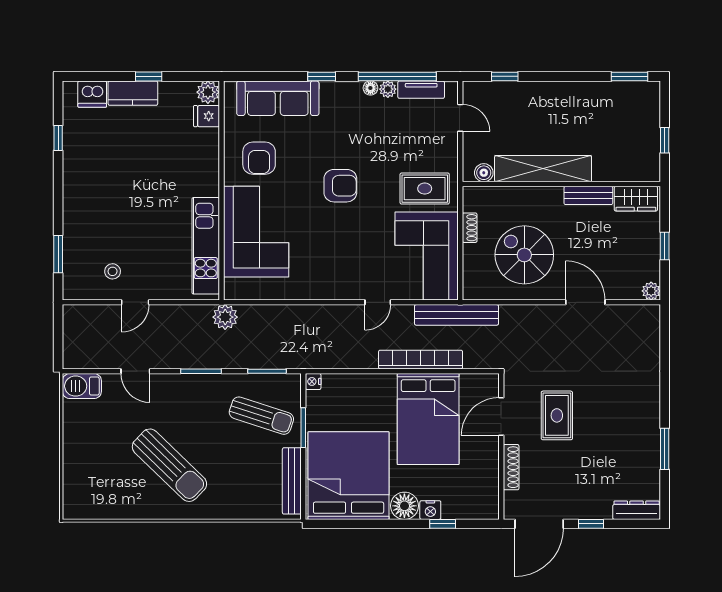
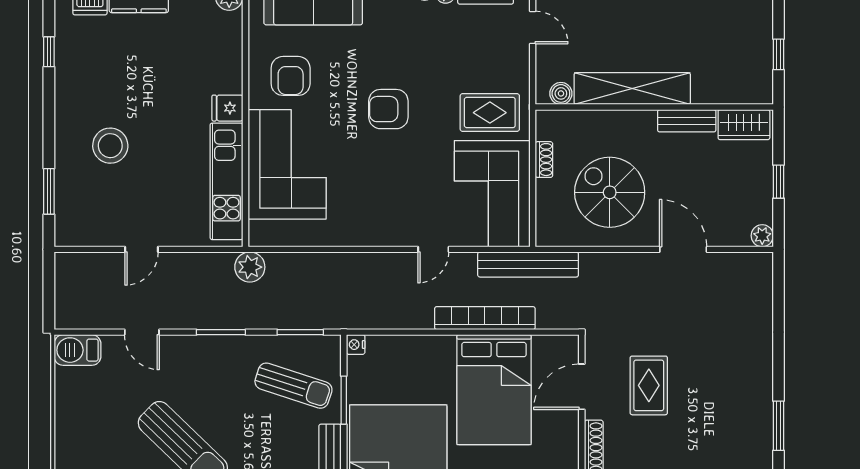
fridge: (207, 116) -> (227, 108), moved
armchair: (340, 186) -> (388, 109), turned 180
stool: (113, 271) -> (110, 146), moved, width x1.89, depth x1.89

